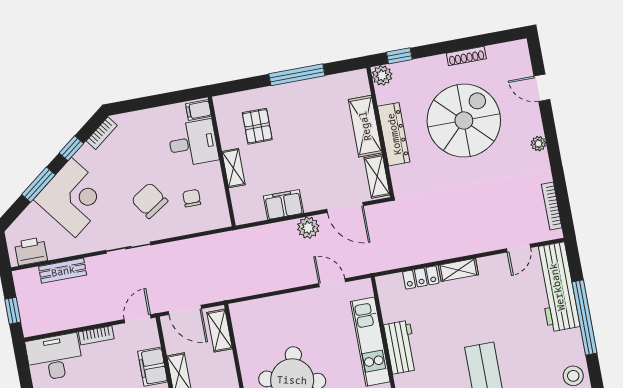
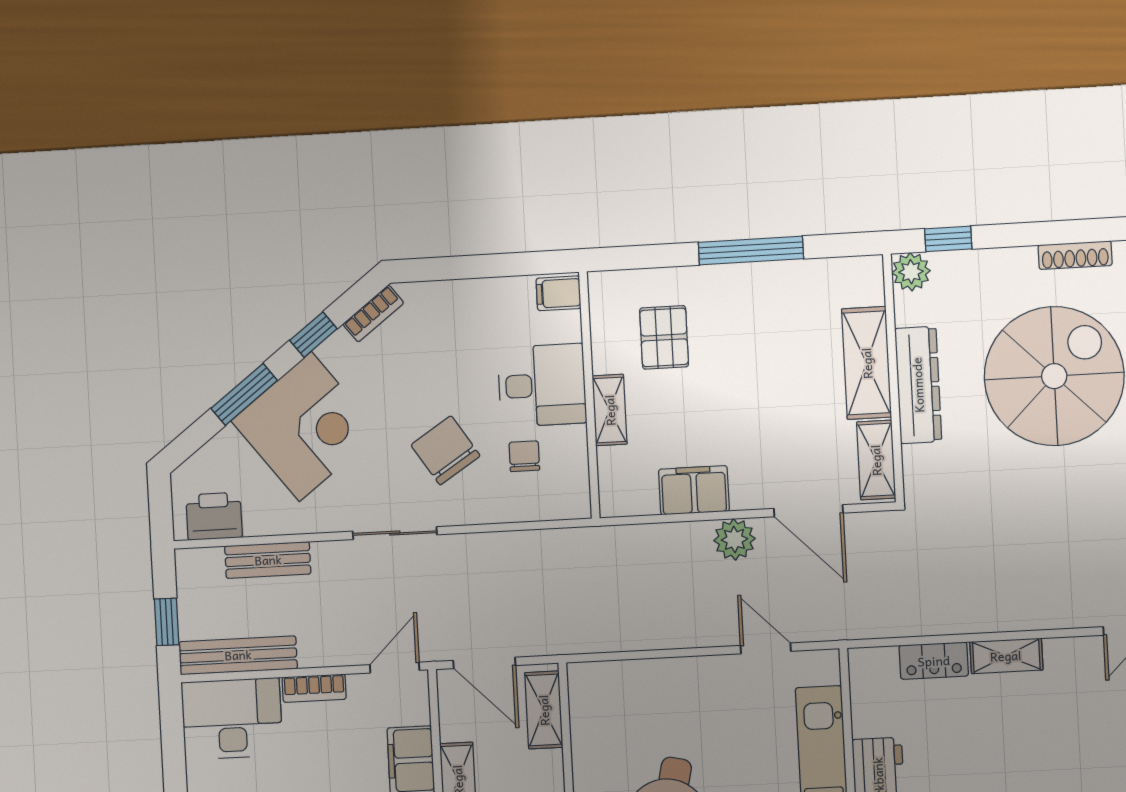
desk: (193, 143) -> (542, 385), moved
bench: (53, 323) -> (238, 655), added

